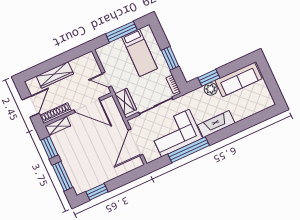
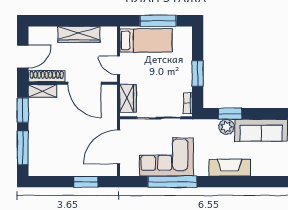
bed: (140, 53) -> (146, 40), moved, turned -90
wardrobe: (55, 75) -> (79, 34), moved
fireplace: (216, 124) -> (230, 168), moved
window: (97, 192) -> (86, 182), moved

